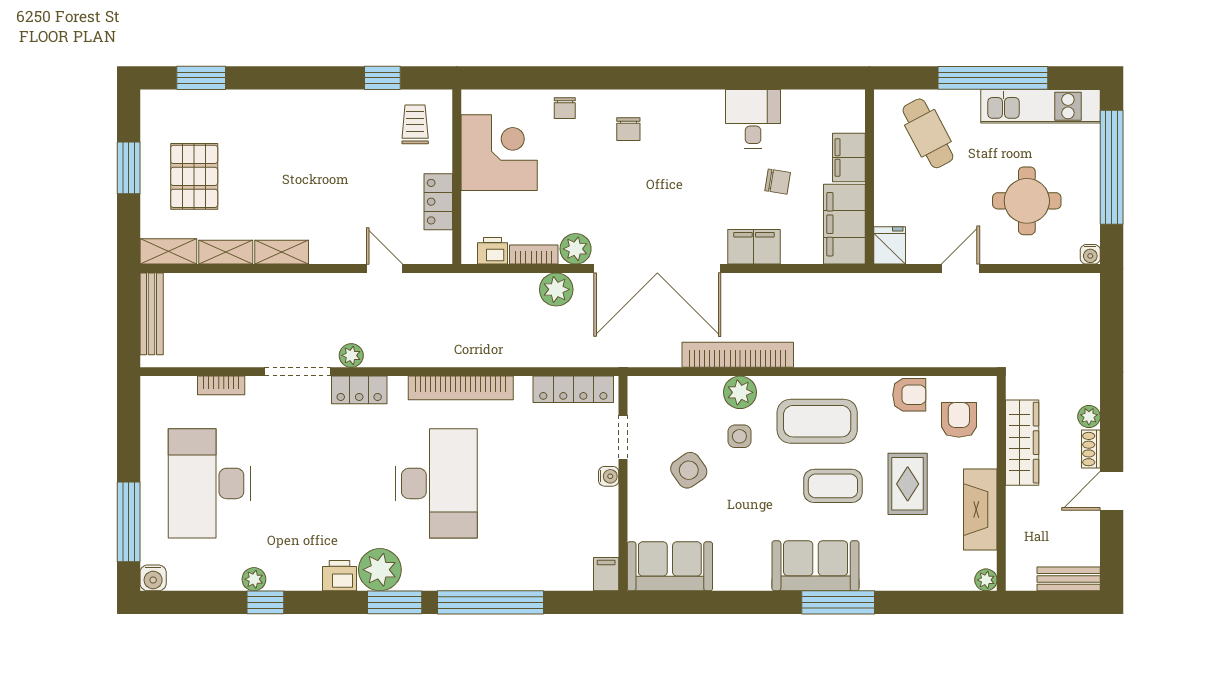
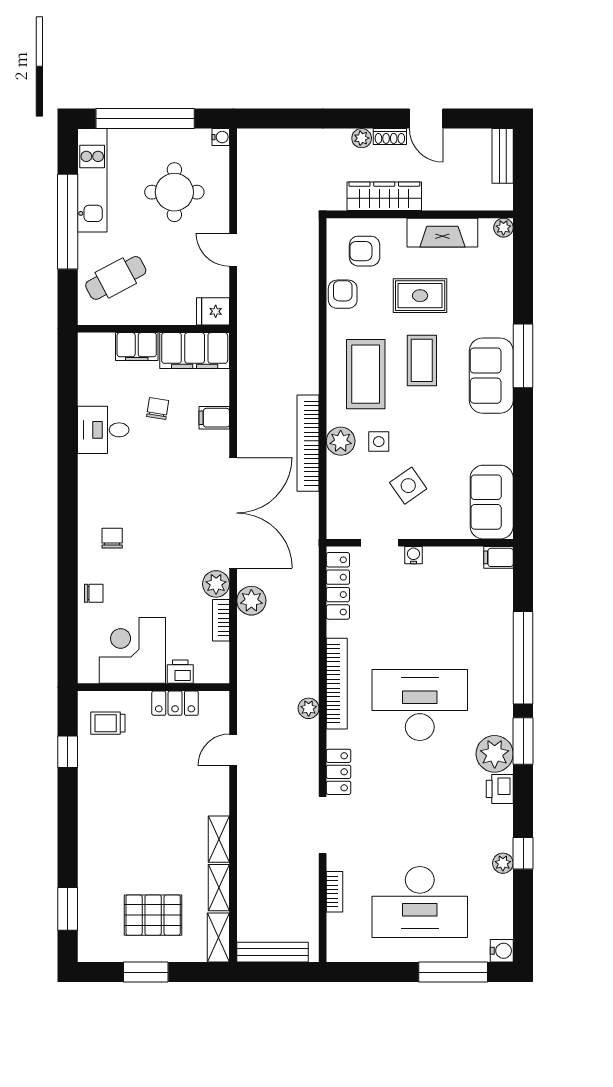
chair: (628, 129) -> (112, 538), turned -90
filing cabinet: (754, 247) -> (214, 418), width x0.50
printer: (492, 251) -> (180, 672), moved, turned 90
plant: (351, 355) -> (309, 708), moved

